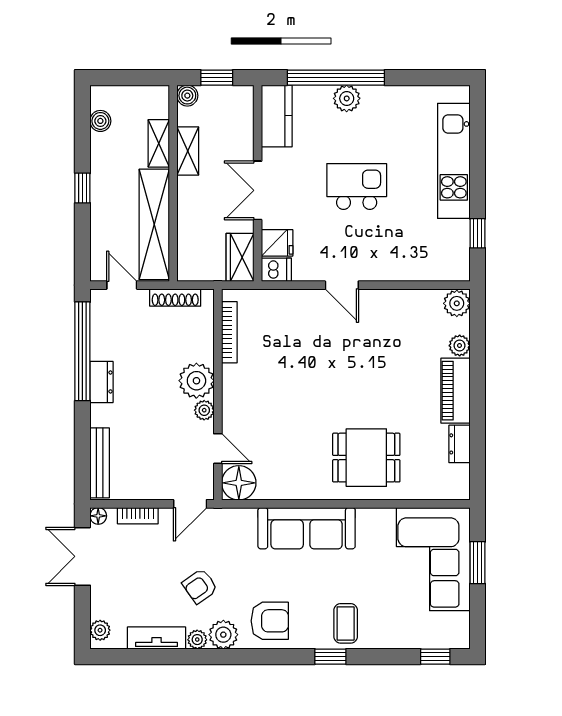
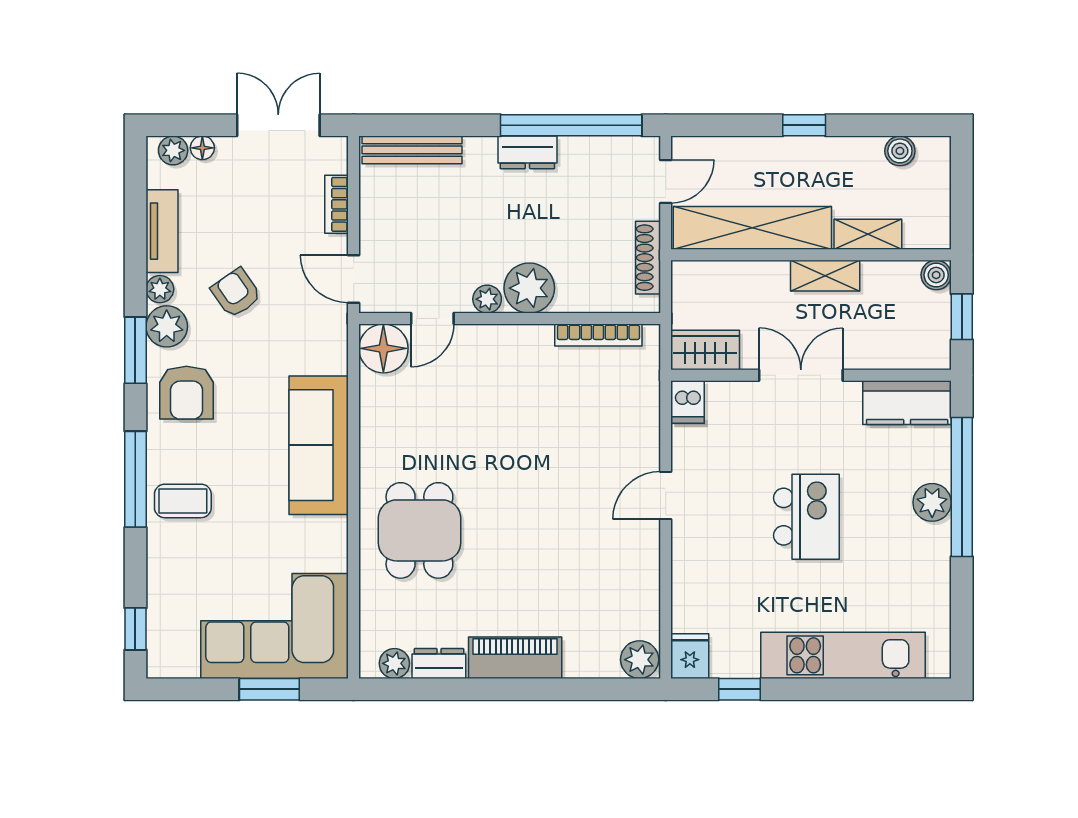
shelving: (188, 151) -> (825, 276), moved
fridge: (277, 243) -> (690, 656), moved, turned 180
plant: (460, 346) -> (394, 663), moved
floor lamp: (98, 516) -> (202, 148), moved
window: (240, 657) -> (135, 350), added
window: (330, 657) -> (135, 479), width x2.17

